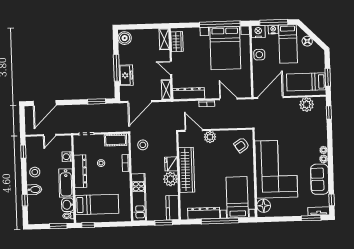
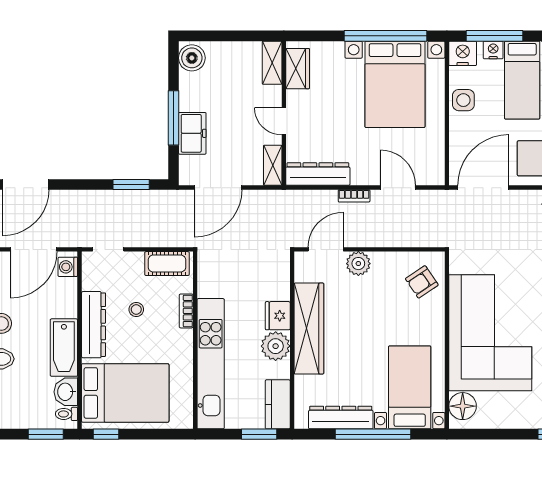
door: (194, 130) -> (326, 249), hinge flipped
door: (49, 135) -> (34, 249), width x1.87
stool: (143, 145) -> (222, 275), removed
washing machine: (67, 157) -> (68, 267), moved
kitchen unit: (139, 197) -> (211, 364), width x1.36
bed: (97, 204) -> (125, 393), width x1.50

